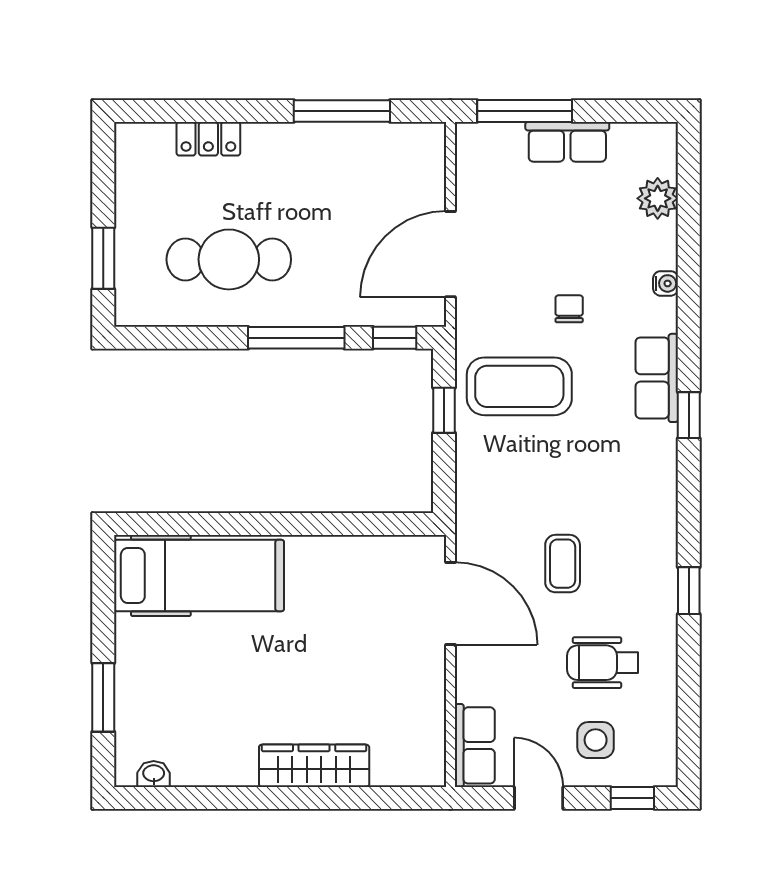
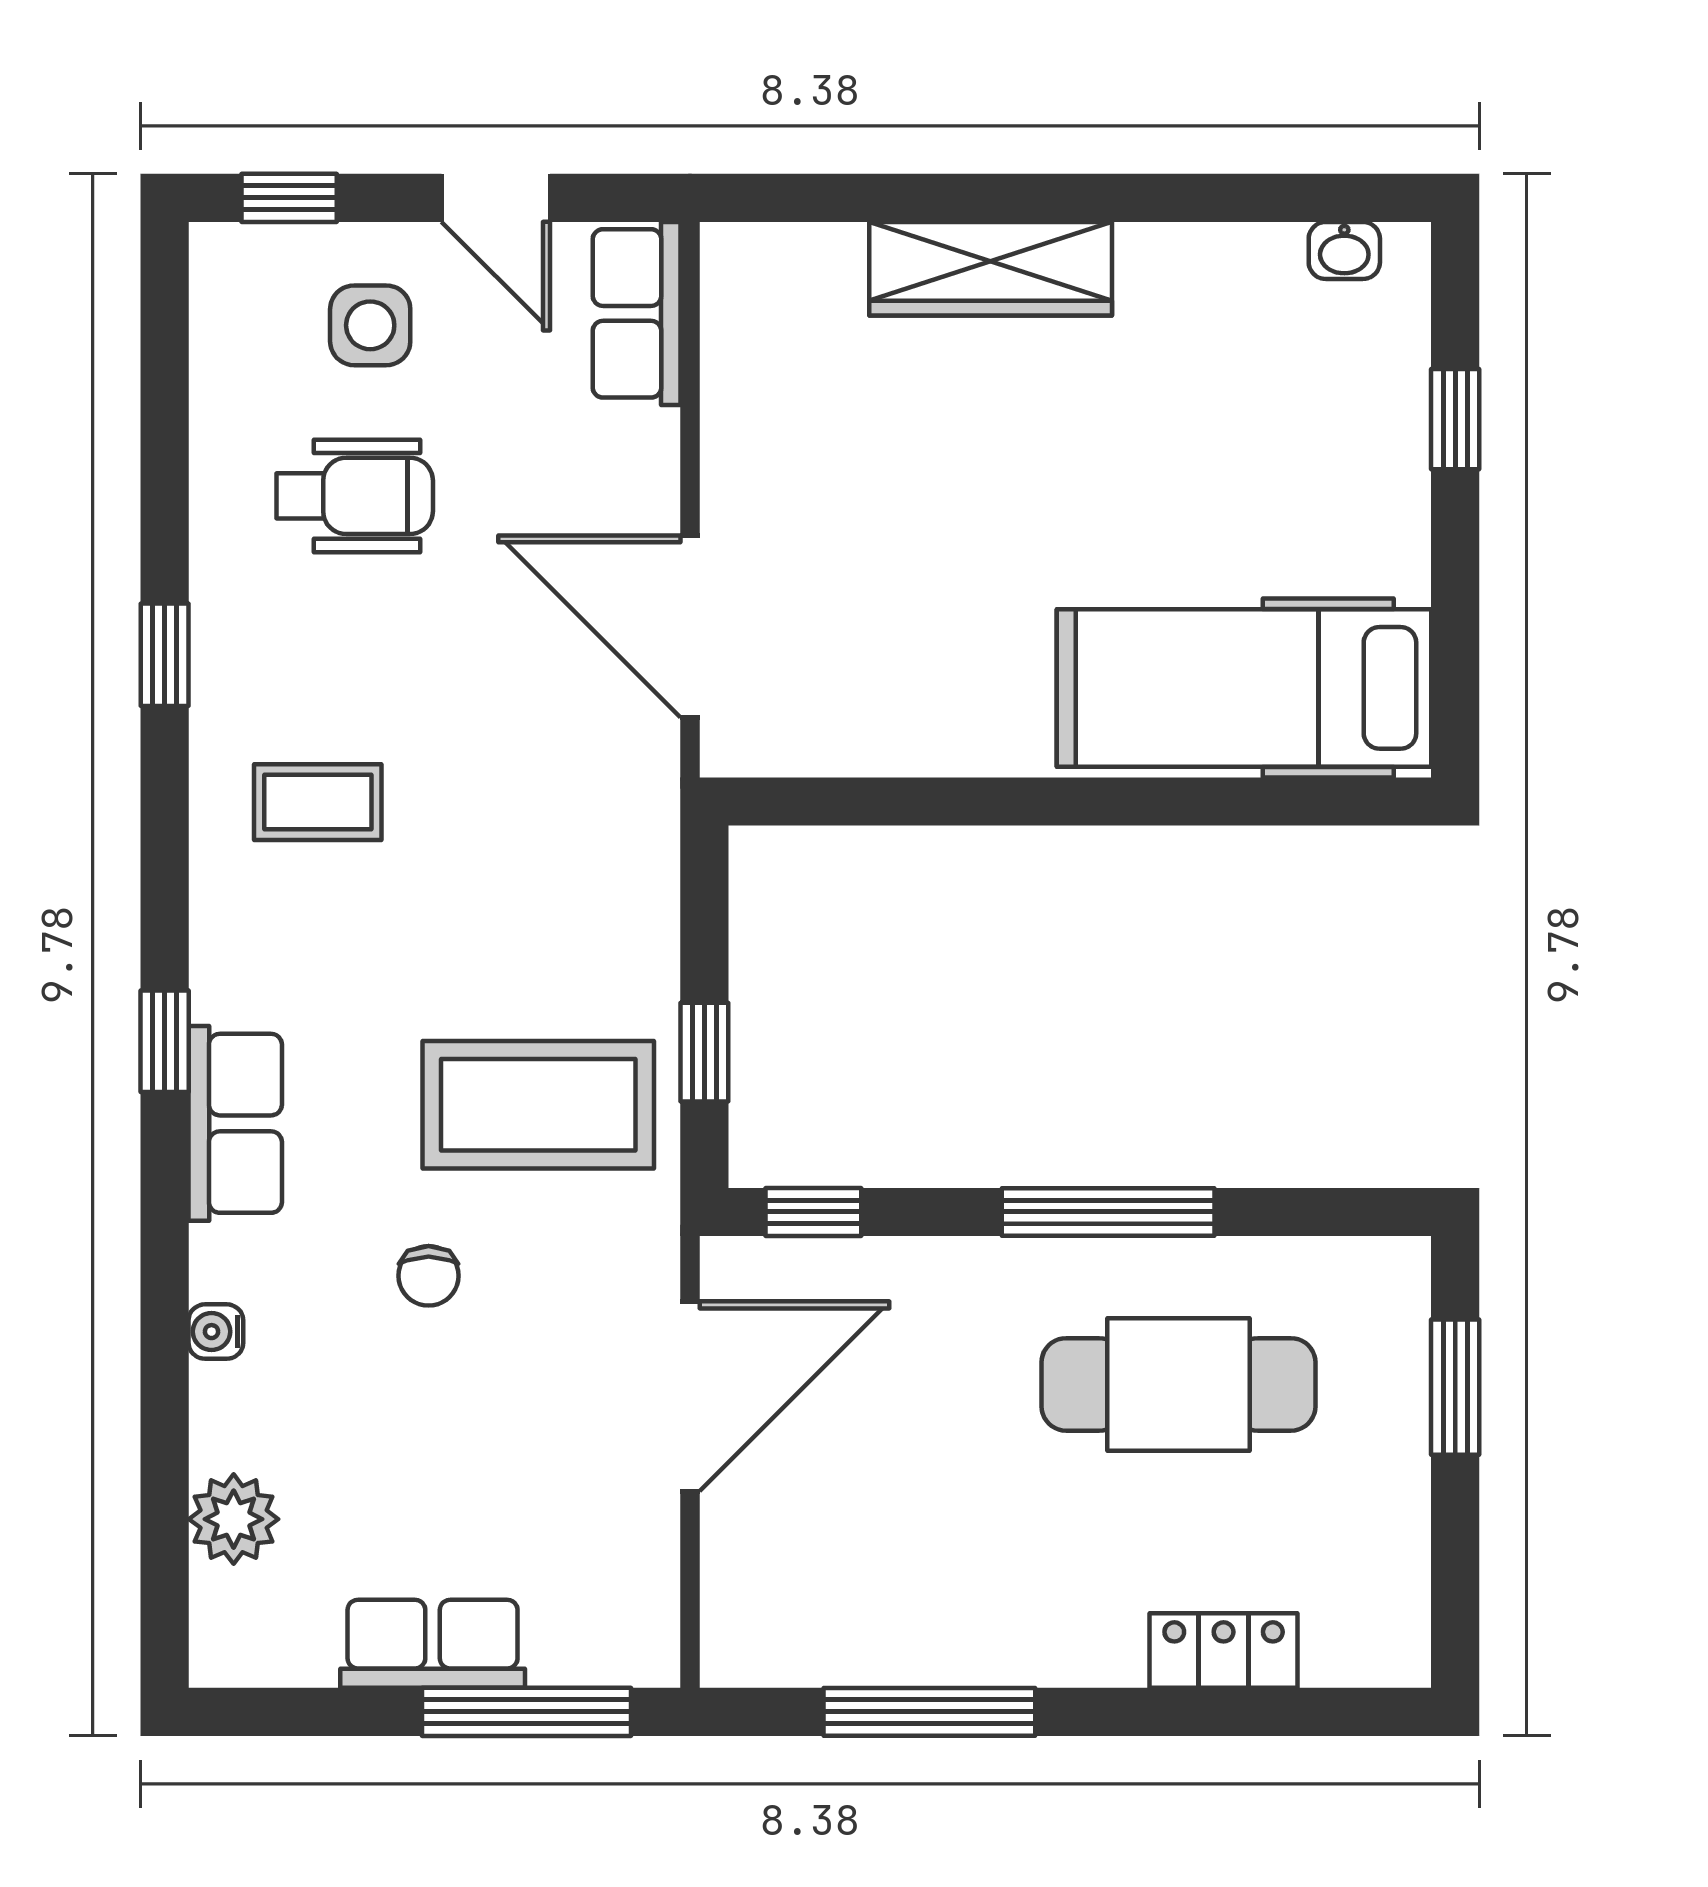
window: (296, 338) -> (1108, 1212), moved
coffee table: (563, 564) -> (318, 802), moved, turned 90
window: (103, 697) -> (1455, 419), width x0.67

